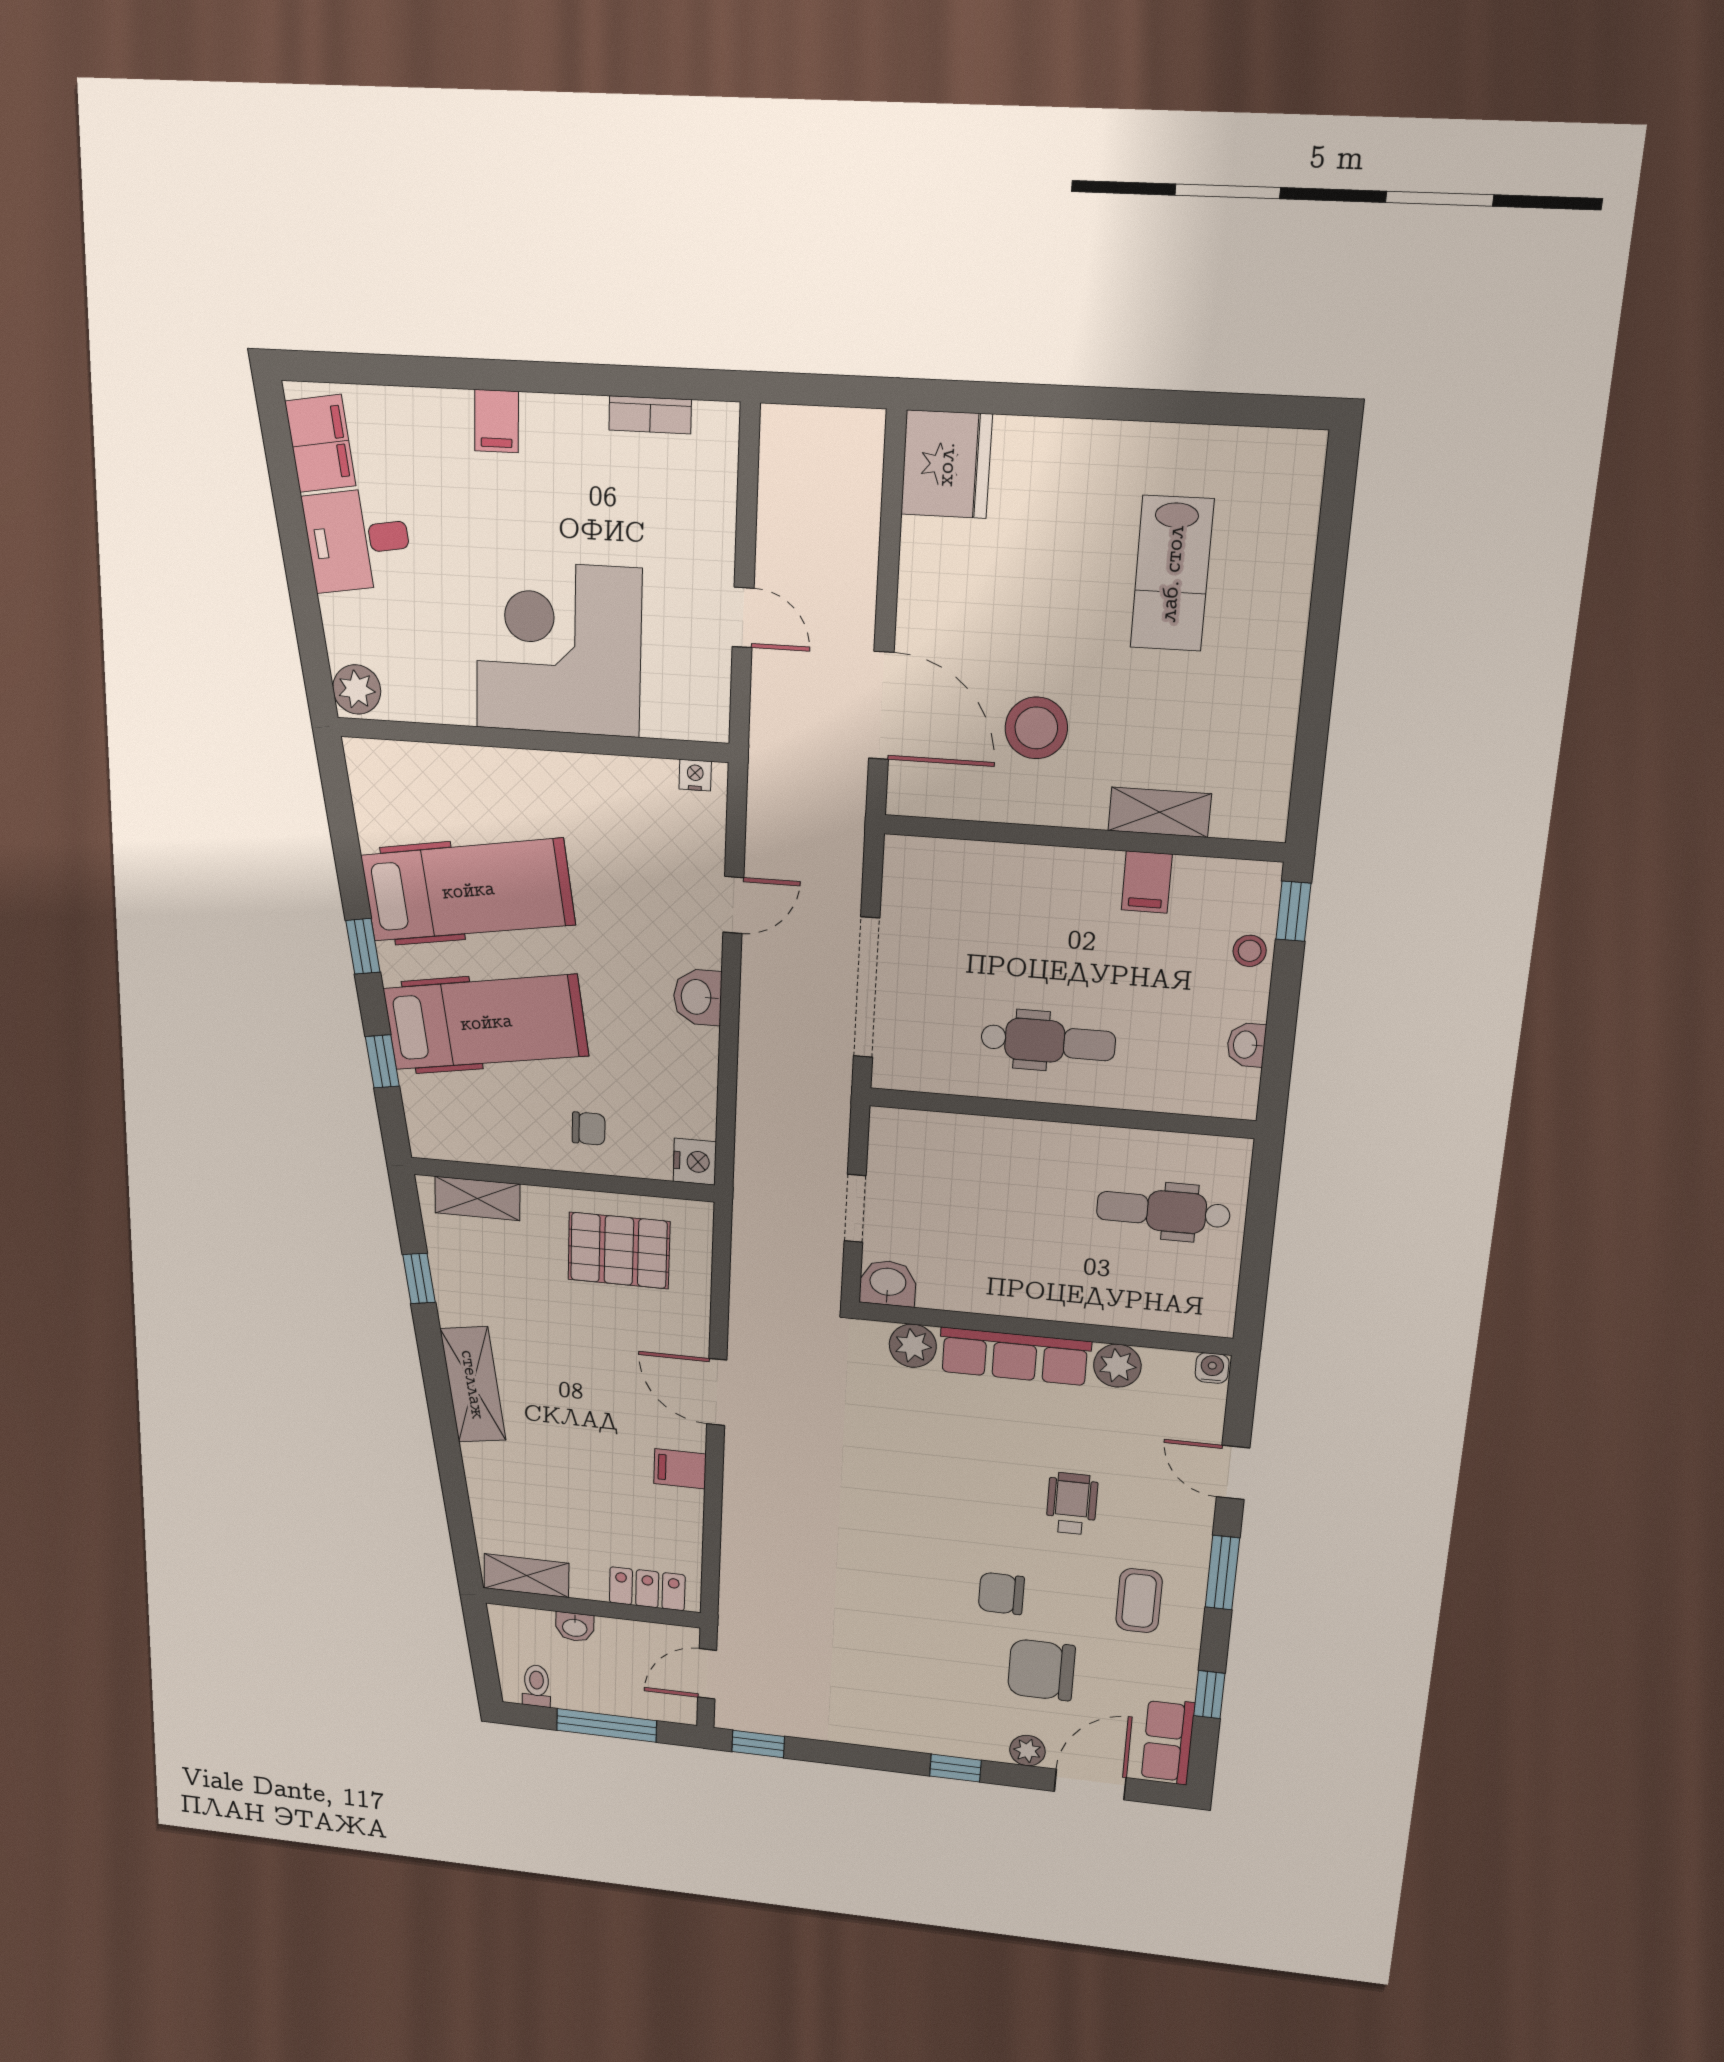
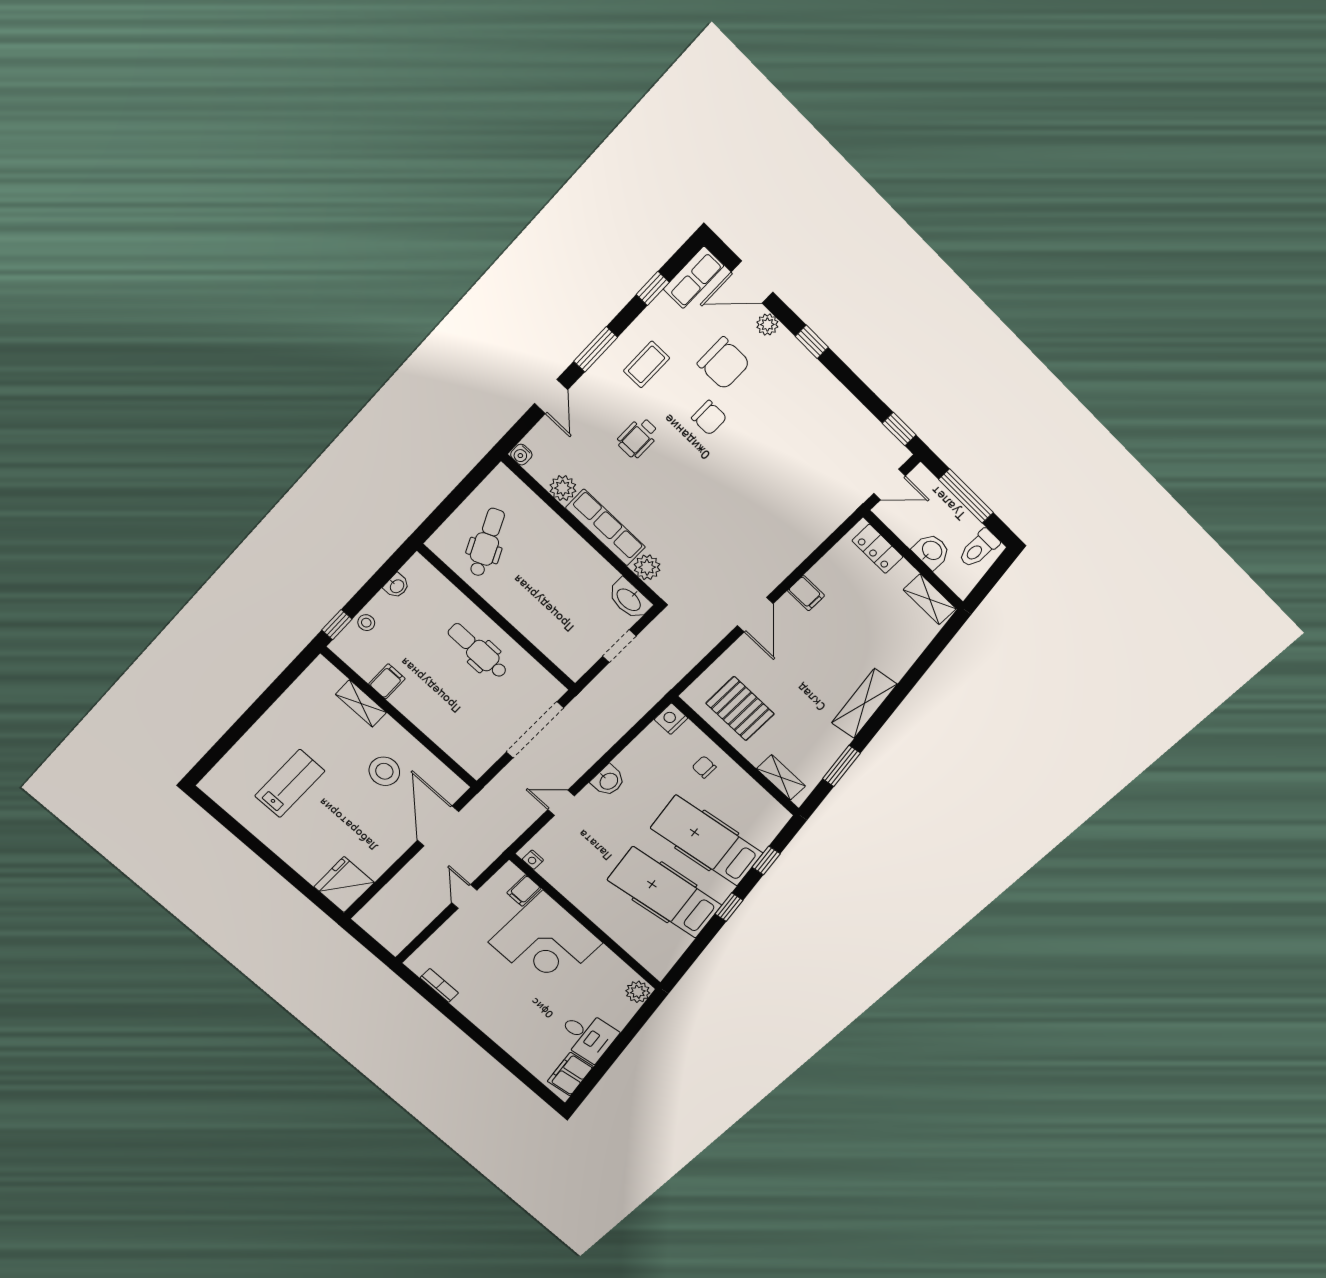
filing cabinet: (497, 421) -> (524, 891), moved, turned 180
dental chair: (1163, 1211) -> (487, 542), turned -114
window: (419, 1279) -> (841, 766), width x1.50
washbasin: (888, 1283) -> (629, 599), width x1.38
washbasin: (575, 1627) -> (932, 551), width x1.38, depth x1.45
toilet: (536, 1686) -> (979, 549), width x1.37, depth x1.39

